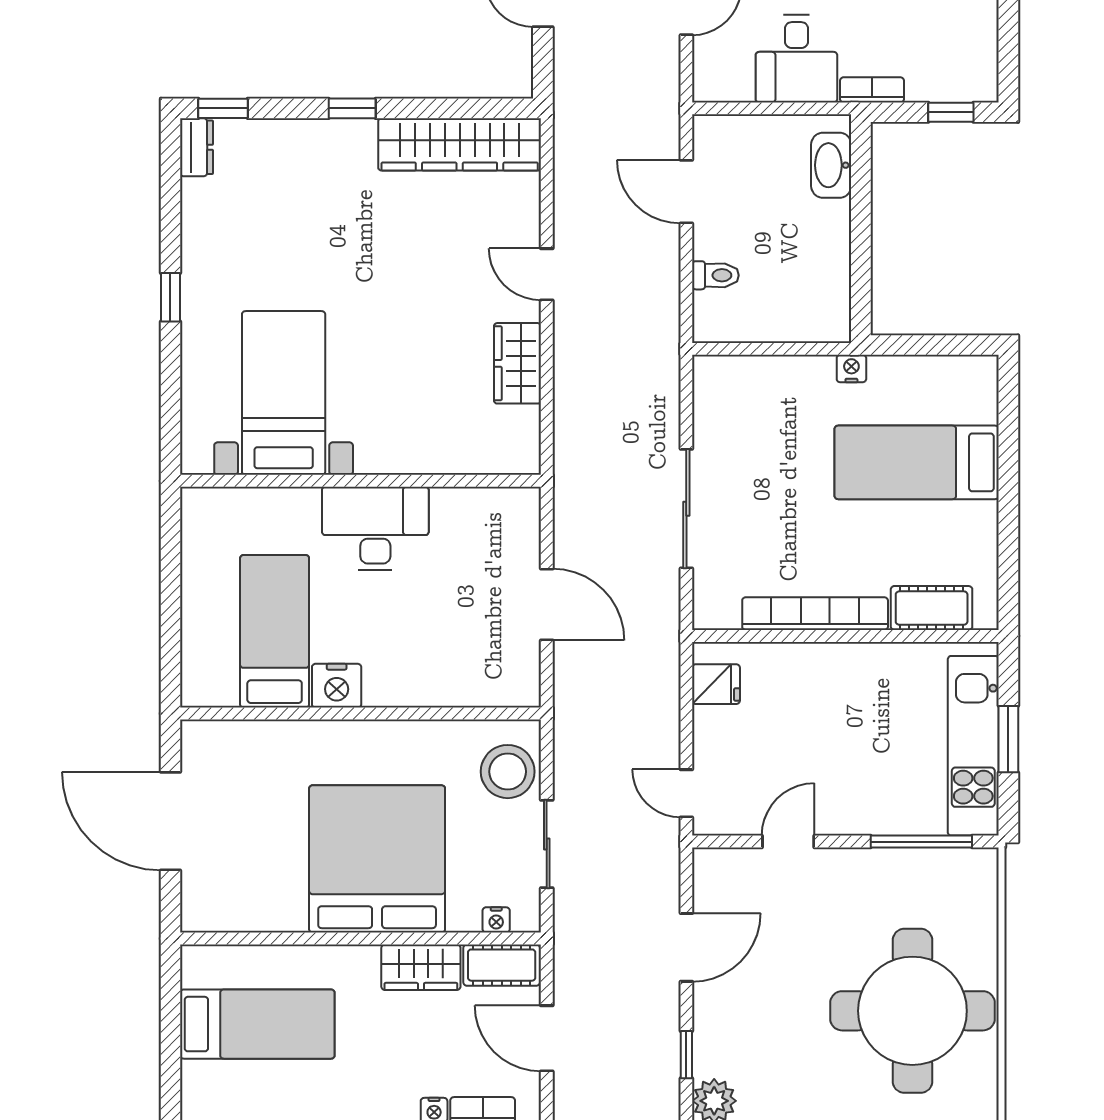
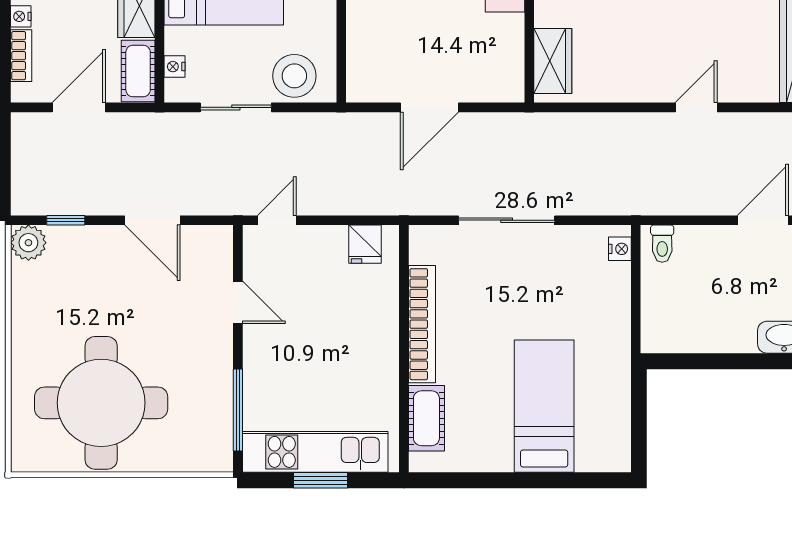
toilet: (715, 275) -> (662, 244), moved
wardrobe: (517, 363) -> (553, 61), moved, turned 90
nightstand: (851, 369) -> (620, 249), moved

